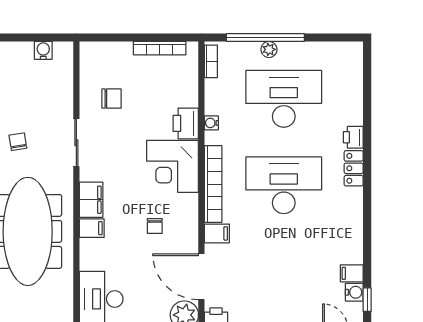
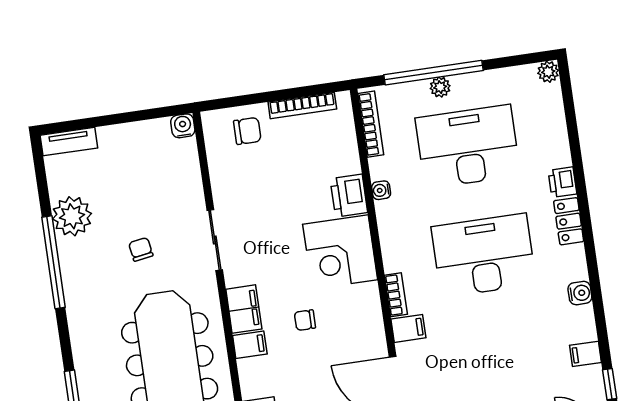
water cooler: (43, 50) -> (183, 126), moved
plant: (355, 50) -> (548, 72), added
bookcase: (211, 61) -> (371, 124), width x1.56
chair: (112, 99) -> (247, 131), moved
bookcase: (213, 184) -> (396, 295), width x0.43, depth x0.76
chair: (155, 226) -> (305, 320), moved, turned 90
water cooler: (354, 292) -> (580, 293), moved

